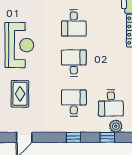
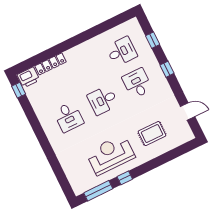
desk: (74, 23) -> (68, 117), turned 90
desk: (74, 103) -> (137, 83), turned 90
plant: (116, 126) -> (140, 37), removed

